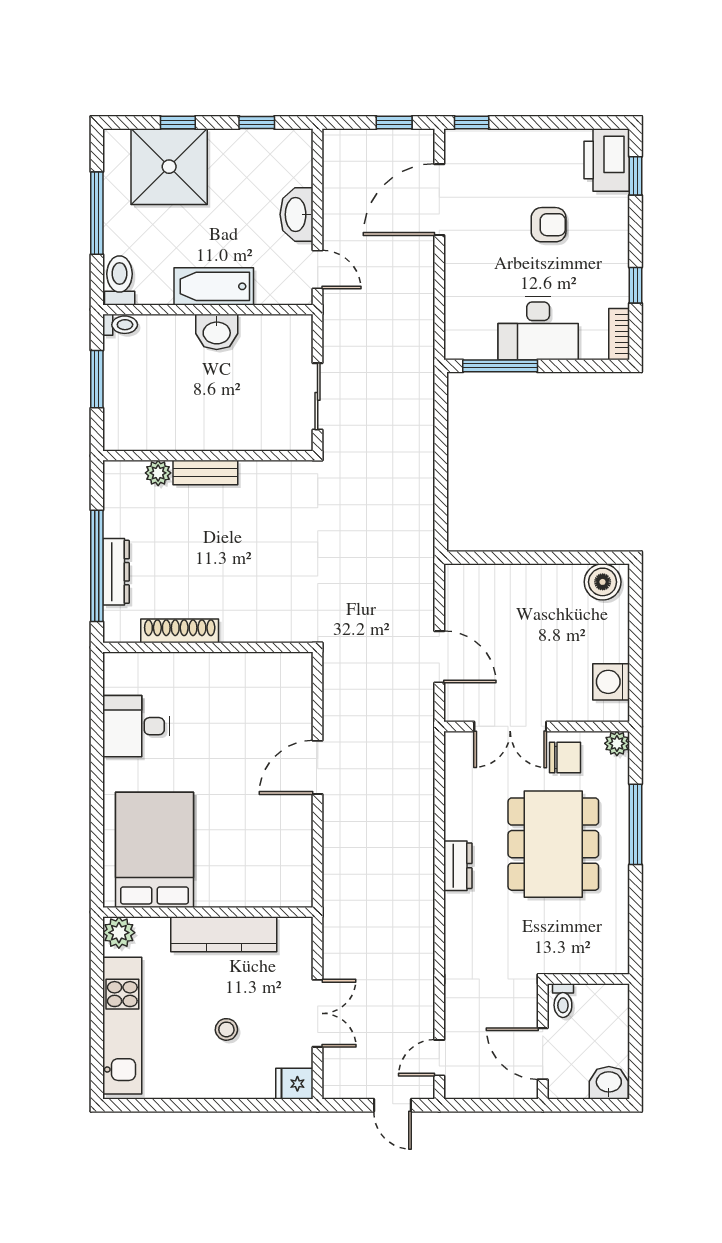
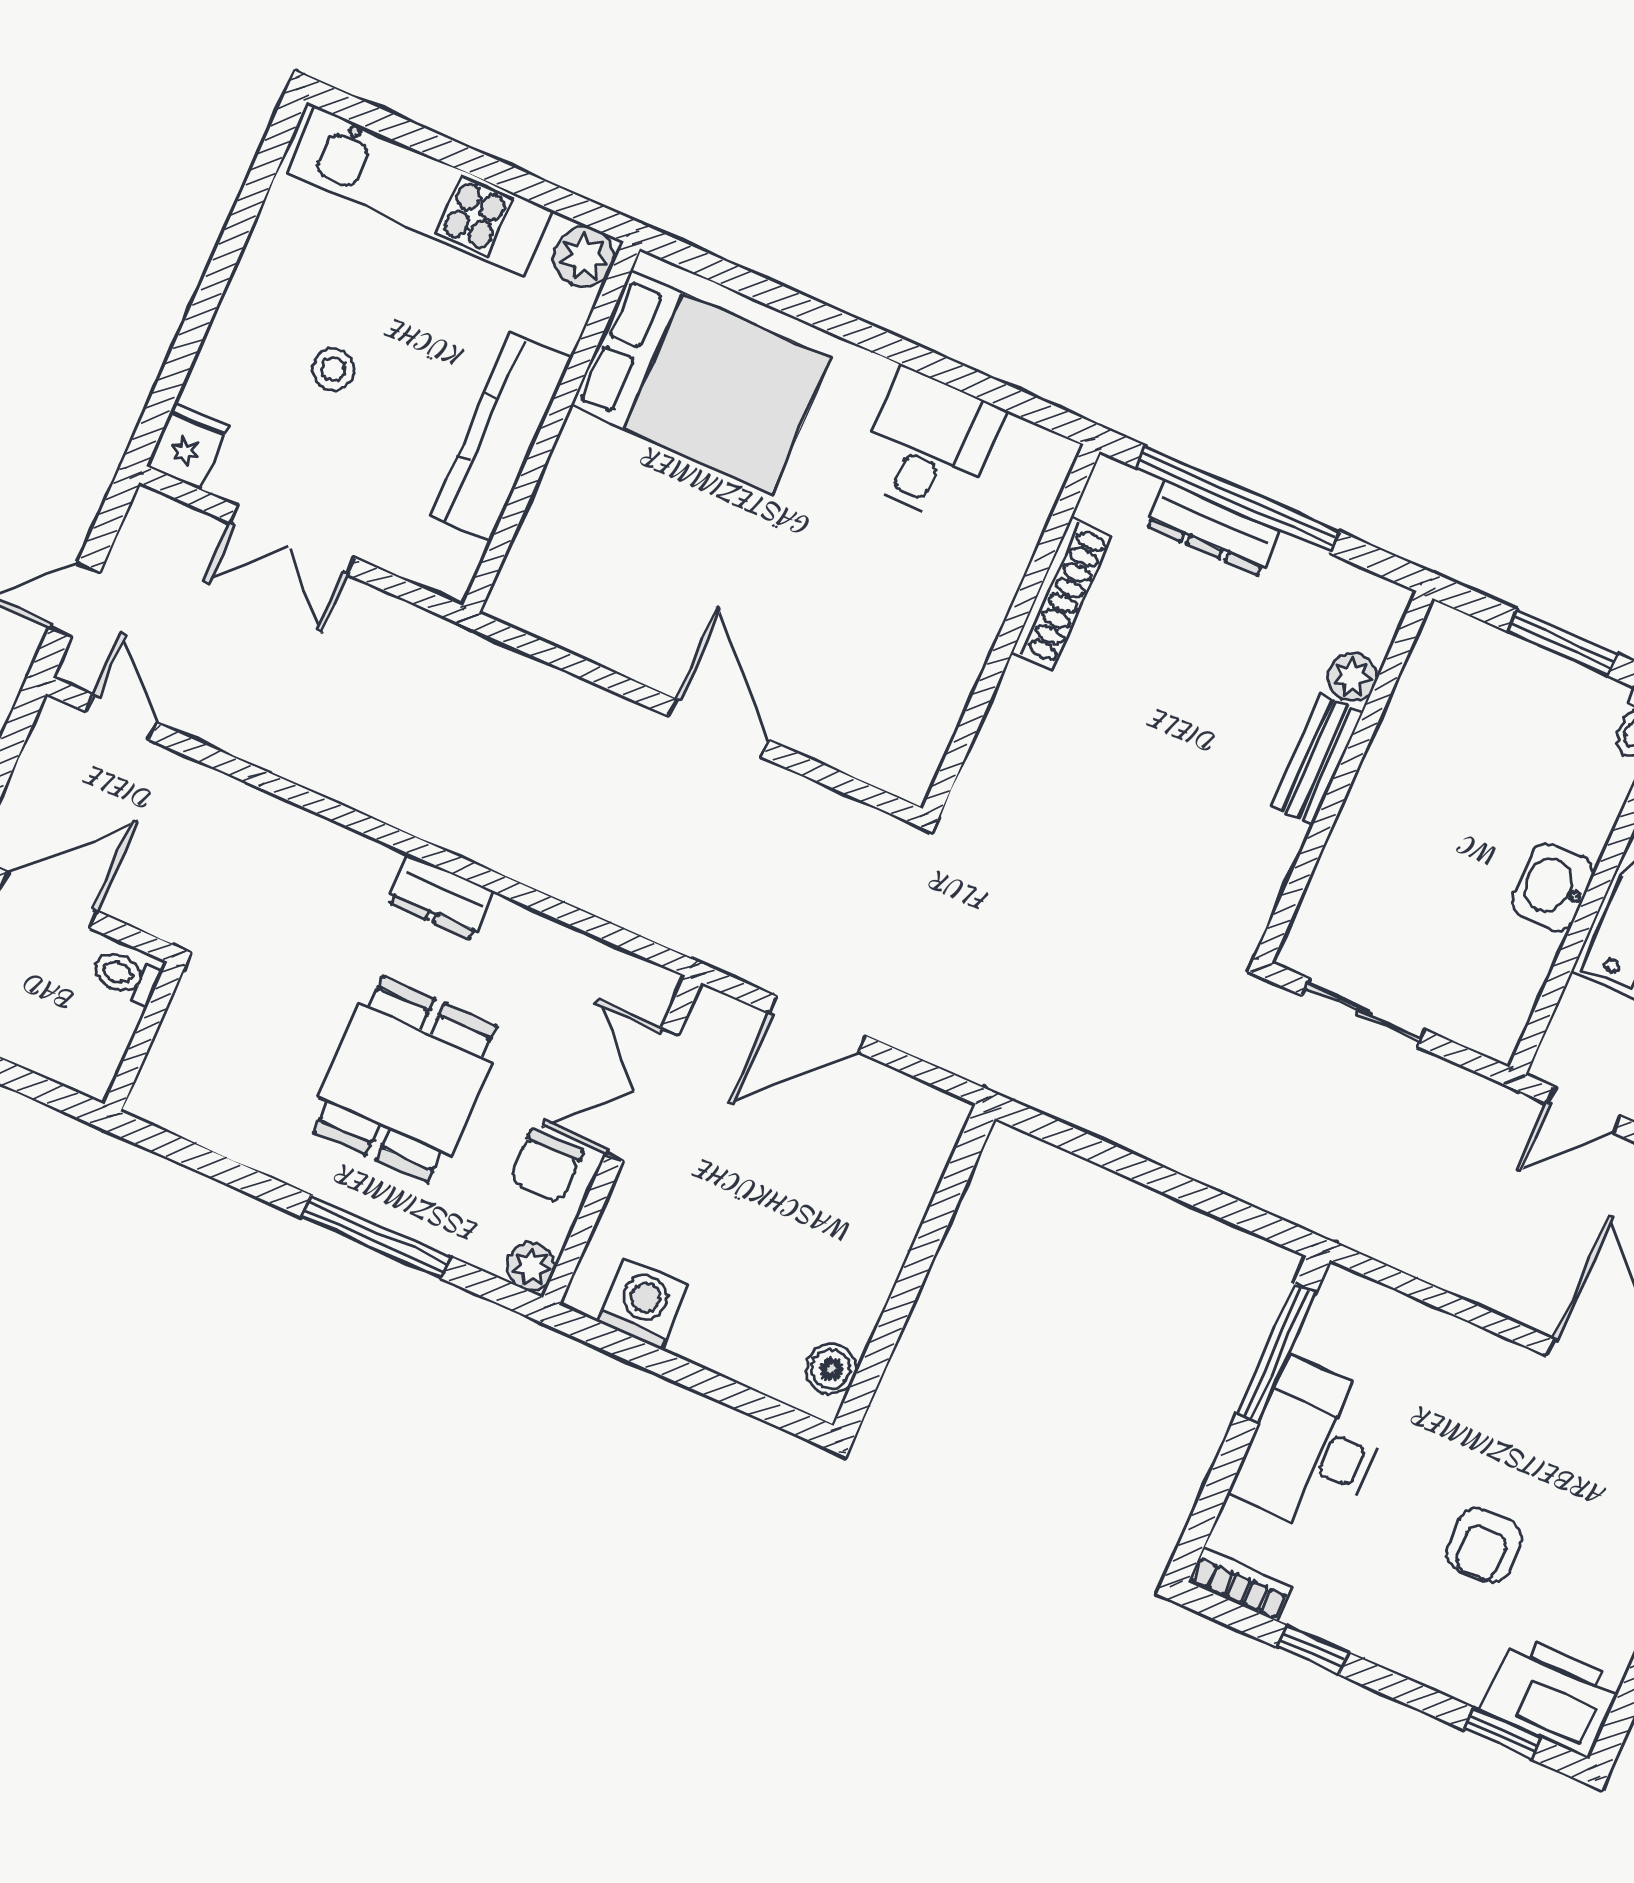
boiler: (603, 582) -> (831, 1369), width x0.73, depth x0.73
dining table: (553, 844) -> (405, 1079), width x0.73

